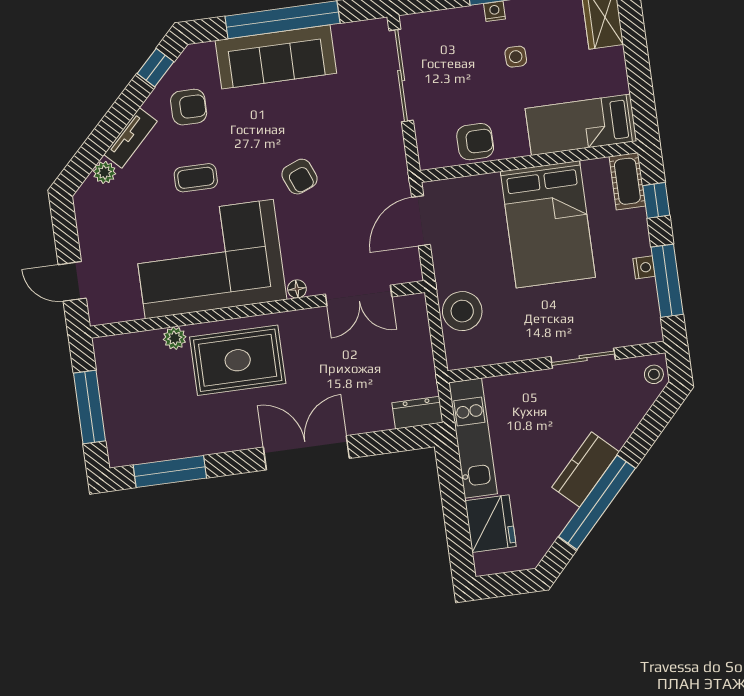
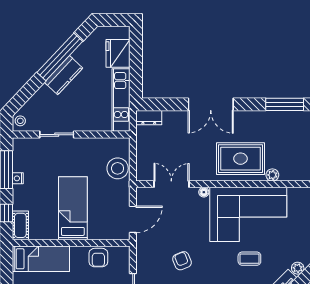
armchair: (475, 142) -> (98, 258), turned -90
armchair: (300, 177) -> (182, 261), moved
bed: (548, 224) -> (73, 208), width x0.67

